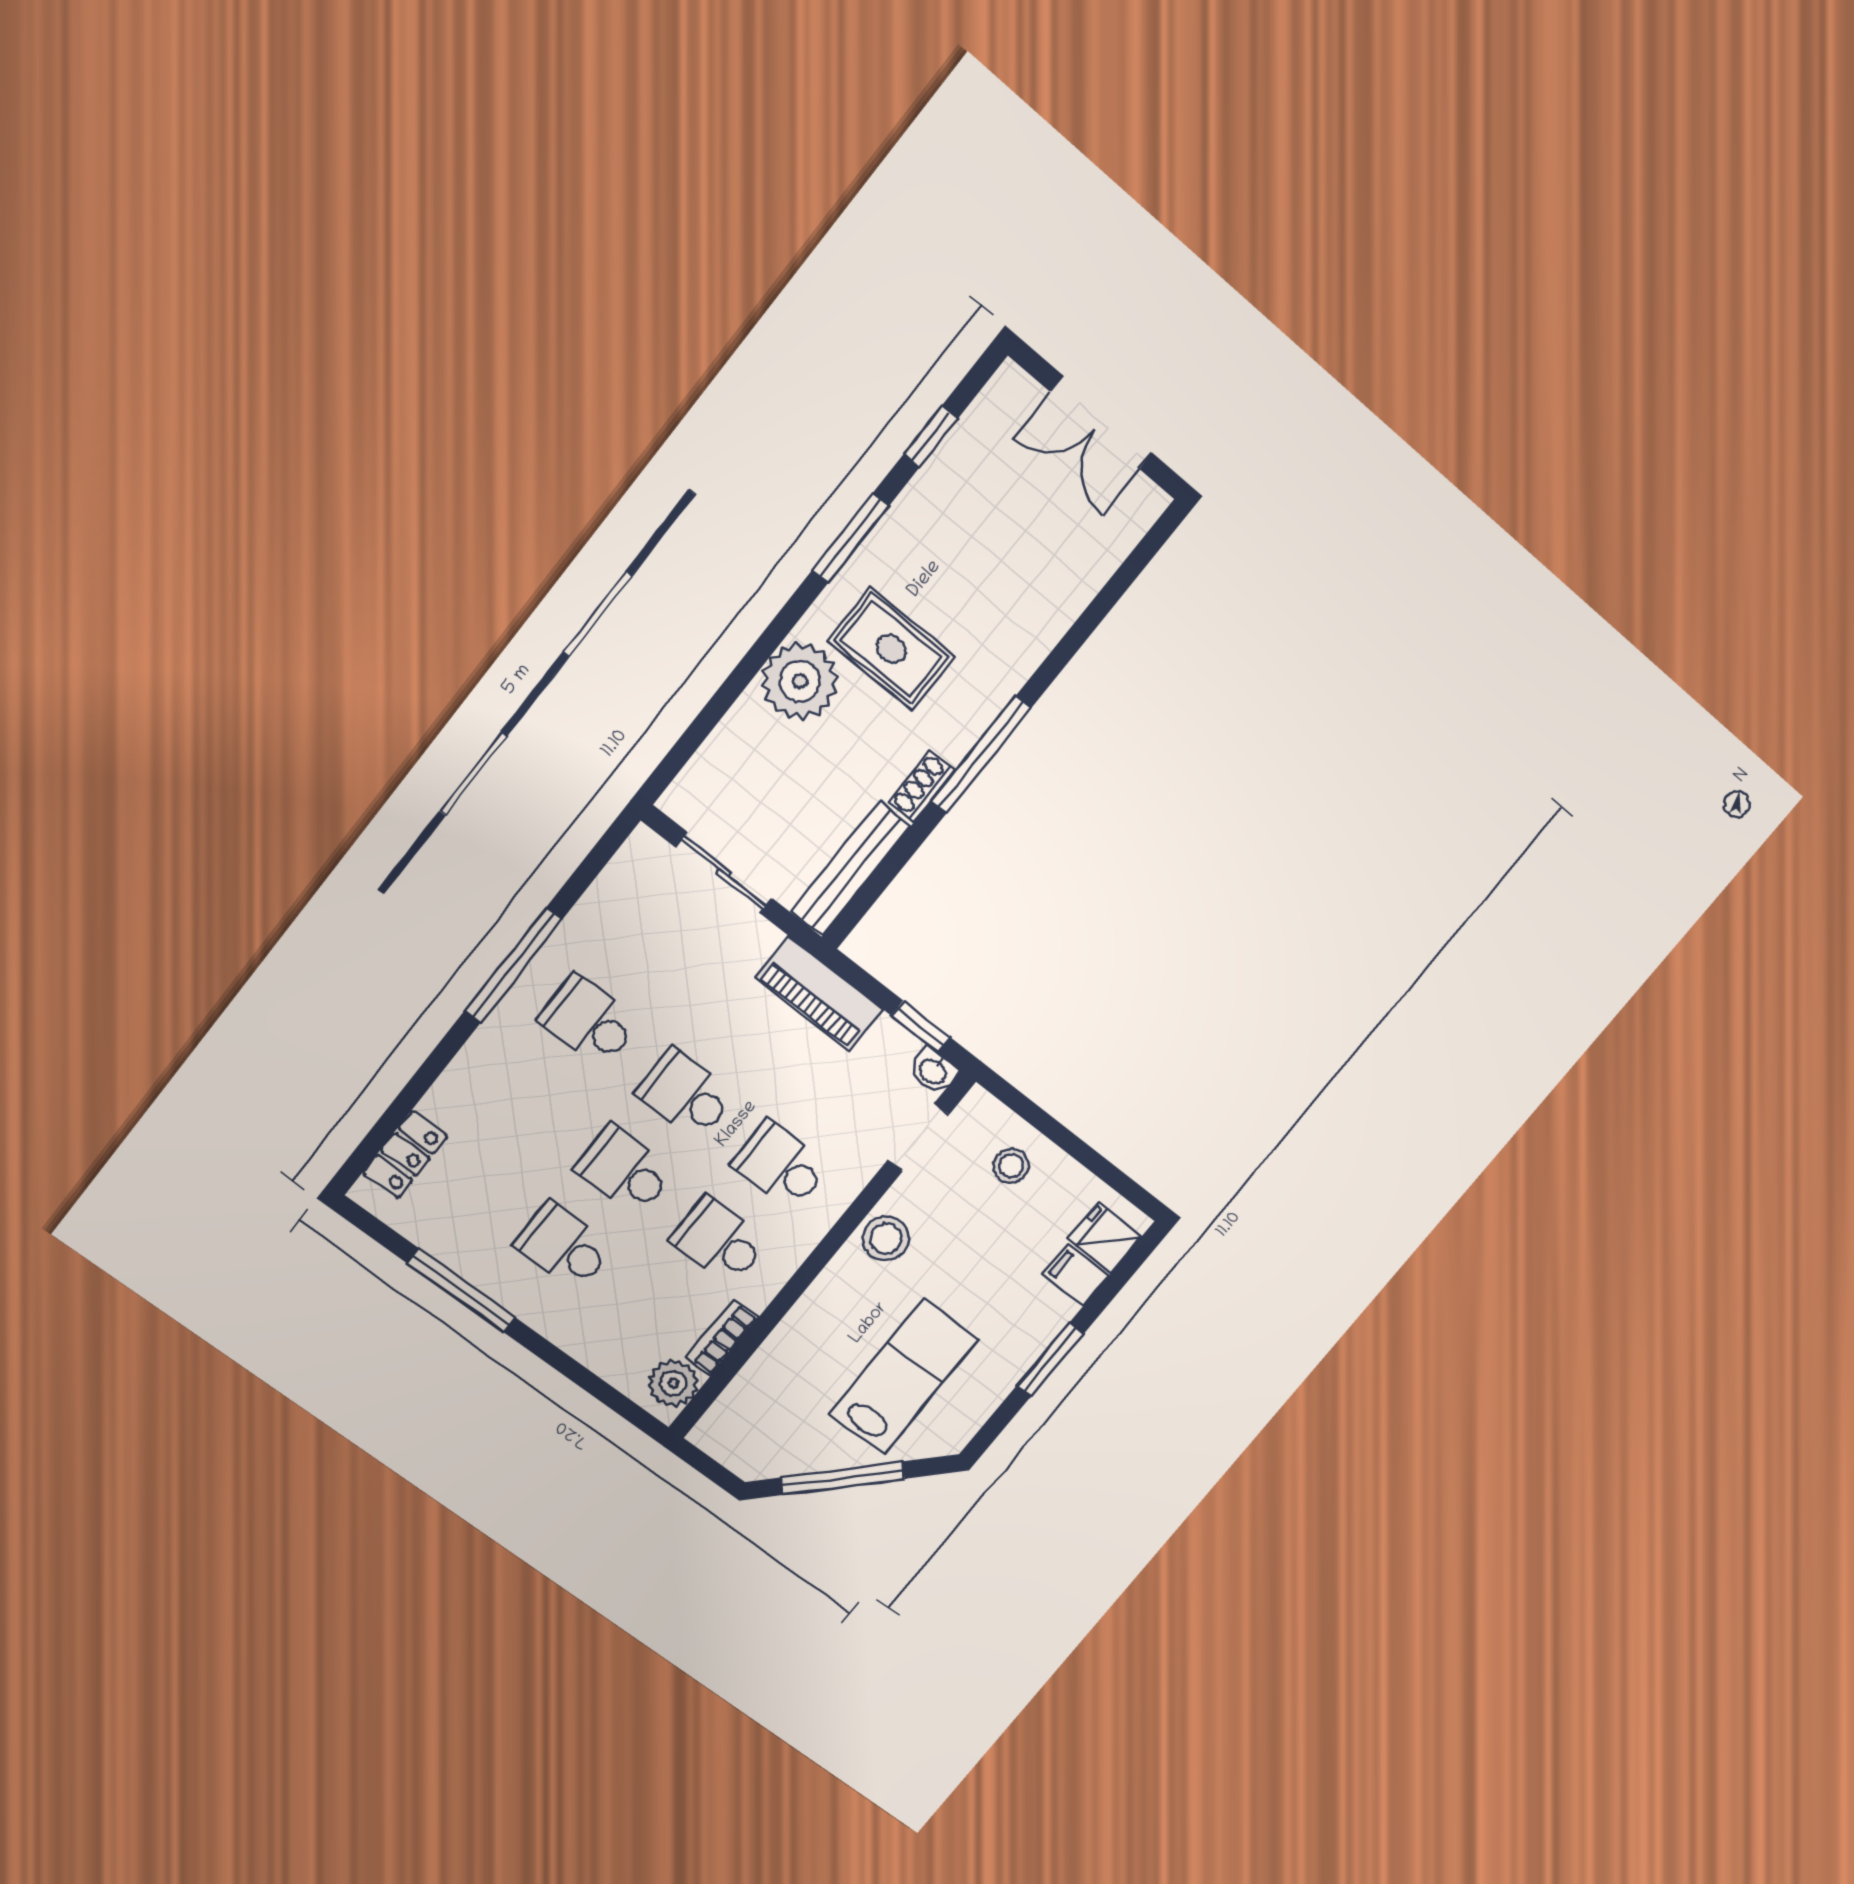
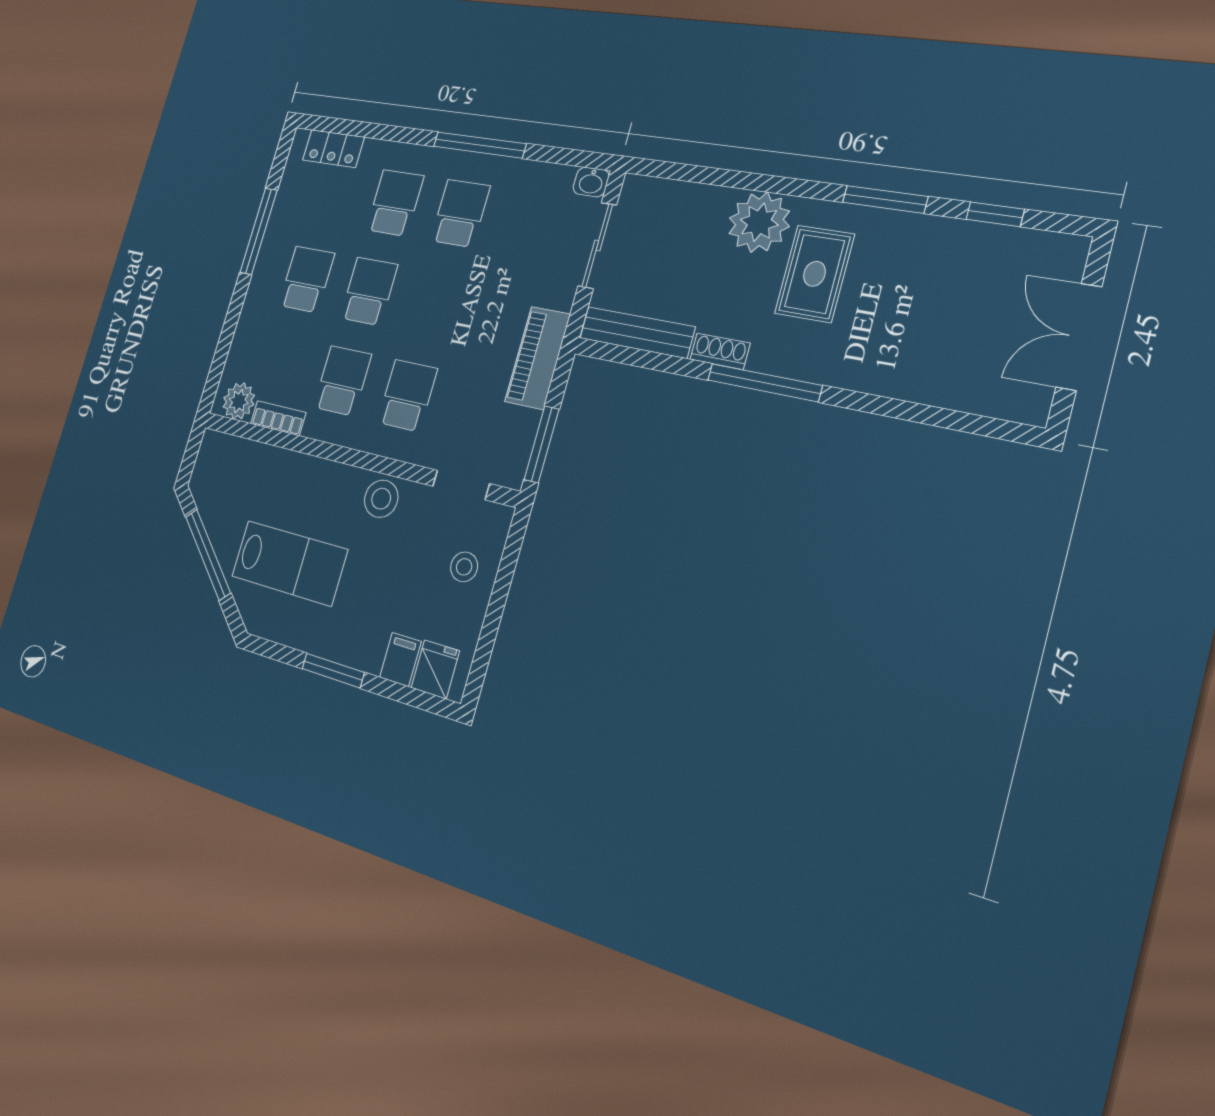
window: (921, 1026) -> (542, 444), width x1.50
washbasin: (933, 1071) -> (591, 182), moved, turned -90
school desk: (686, 1094) -> (395, 203), moved

